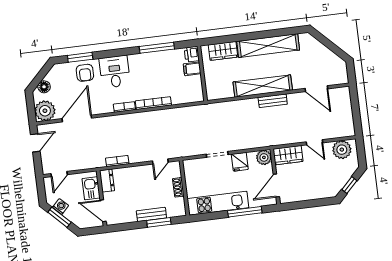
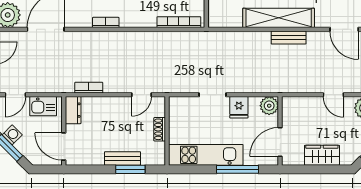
bookcase: (153, 103) -> (179, 22), moved
wardrobe: (288, 155) -> (322, 155), moved, turned 180
kitchen sink: (91, 188) -> (43, 106), moved, turned -90

